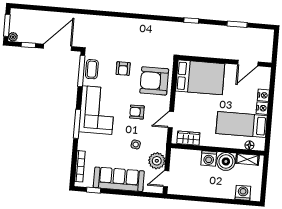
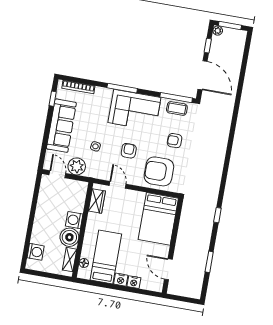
armchair: (154, 81) -> (159, 171), turned -90

